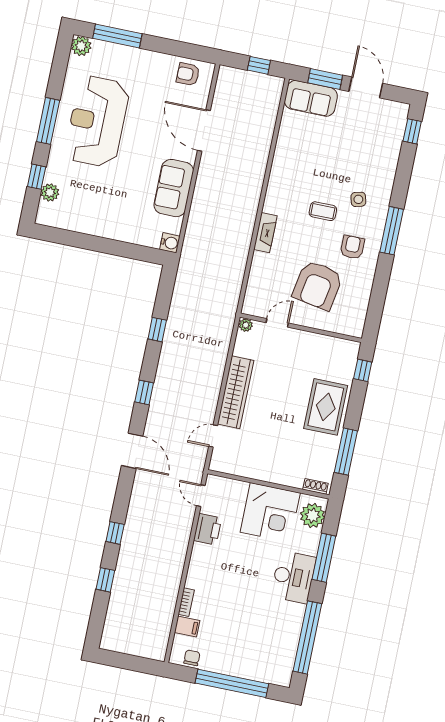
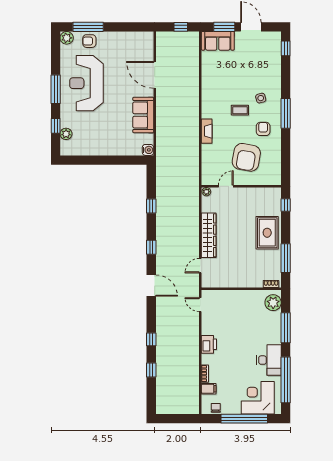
armchair: (188, 74) -> (89, 41), moved
corner desk: (270, 512) -> (258, 398), moved, turned 180
printer: (208, 529) -> (209, 344), moved
desk: (293, 577) -> (269, 360), moved

